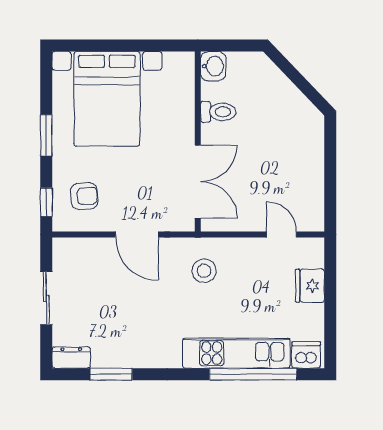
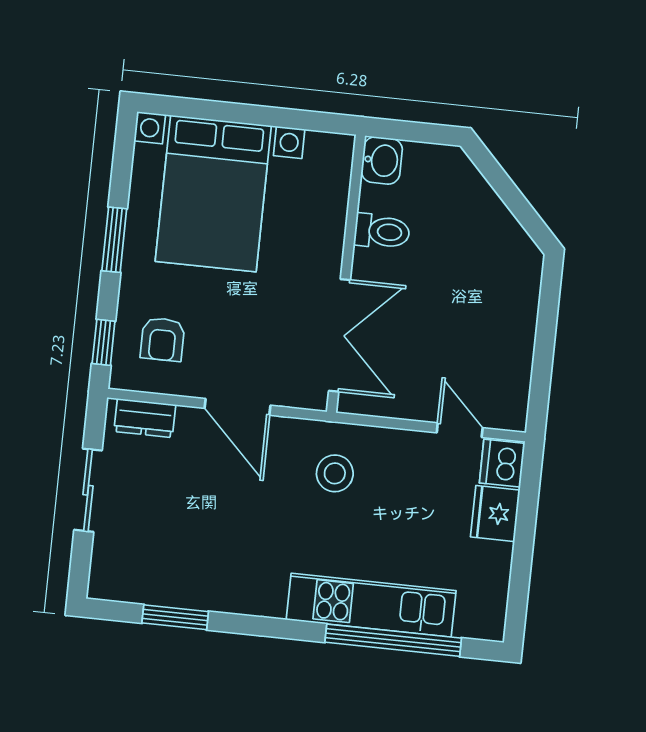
armchair: (84, 196) -> (163, 339), turned 94
dishwasher: (306, 355) -> (502, 463), moved, turned -90
dresser: (71, 358) -> (145, 418), moved, turned 180

